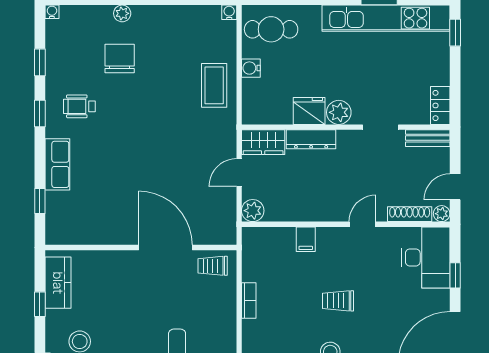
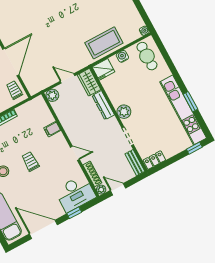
coffee table: (214, 85) -> (104, 43), width x1.36, depth x1.32
fridge: (309, 111) -> (103, 69), moved, turned 90

